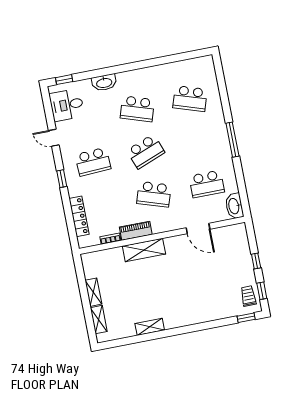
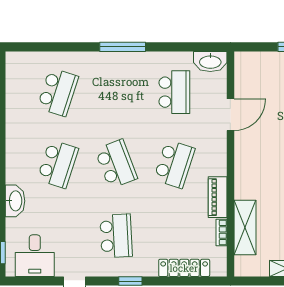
shelving: (144, 250) -> (245, 227), moved

